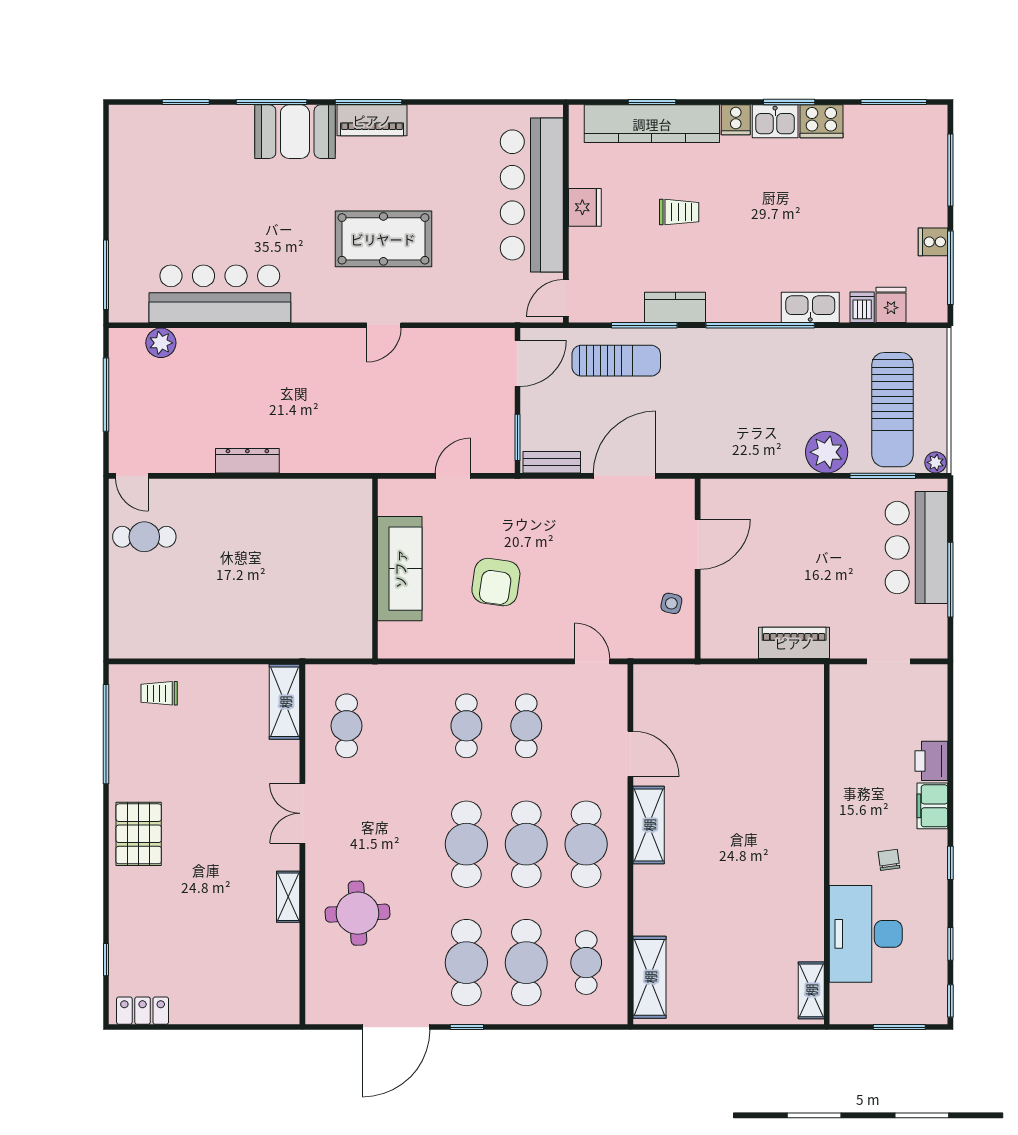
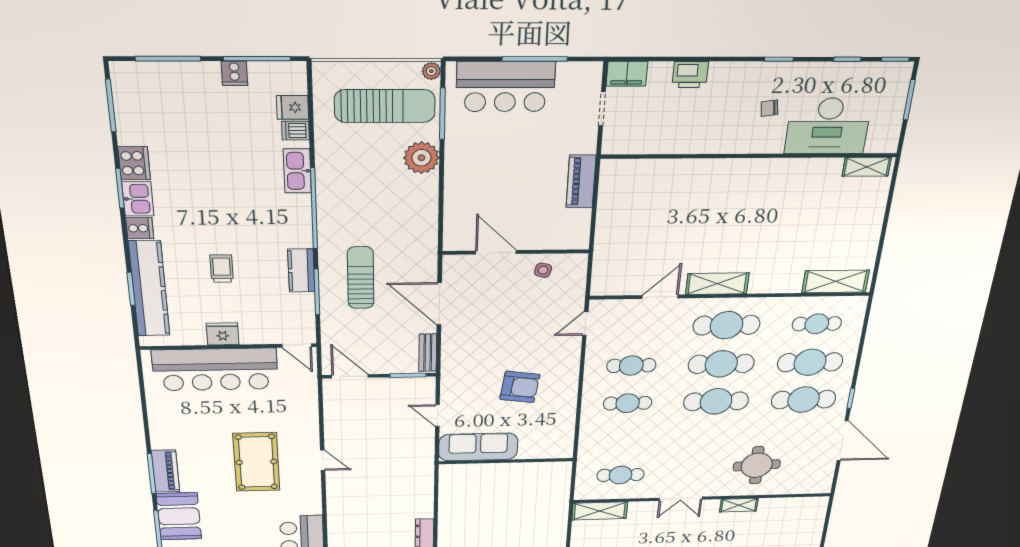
sun lounger: (616, 361) -> (361, 278), moved
sofa: (400, 569) -> (478, 447), moved
filing cabinet: (932, 806) -> (627, 74), moved

